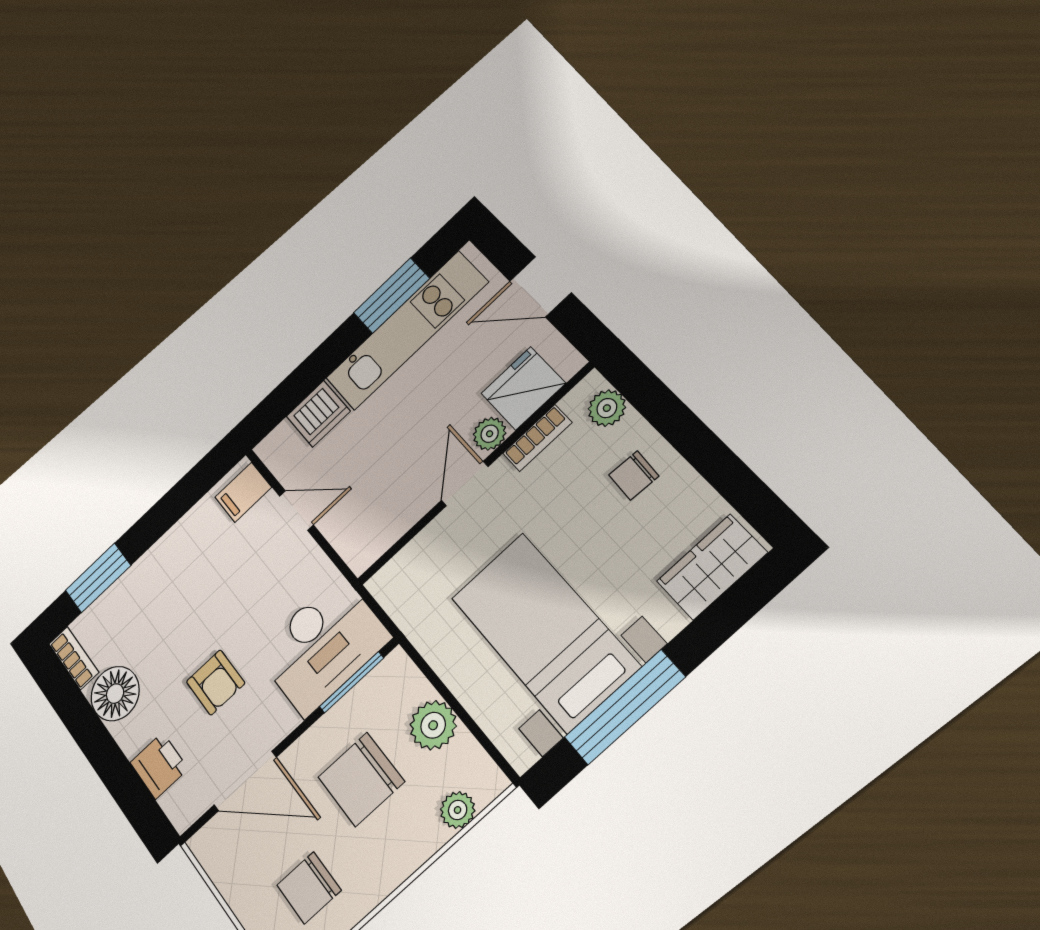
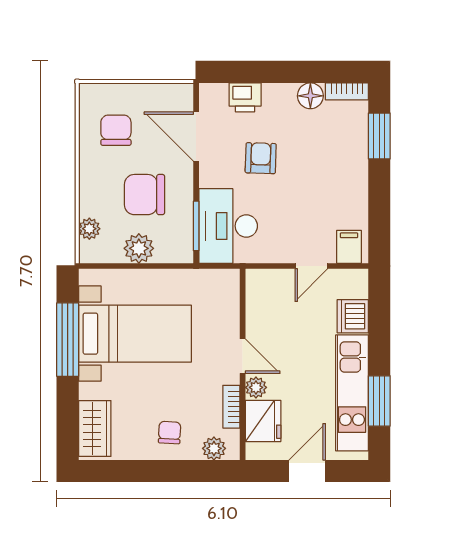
armchair: (216, 682) -> (261, 158), turned 92
floor lamp: (115, 694) -> (310, 96), width x0.73, depth x0.73
chair: (361, 779) -> (145, 195), turned -90
door: (245, 781) -> (196, 137), hinge flipped

